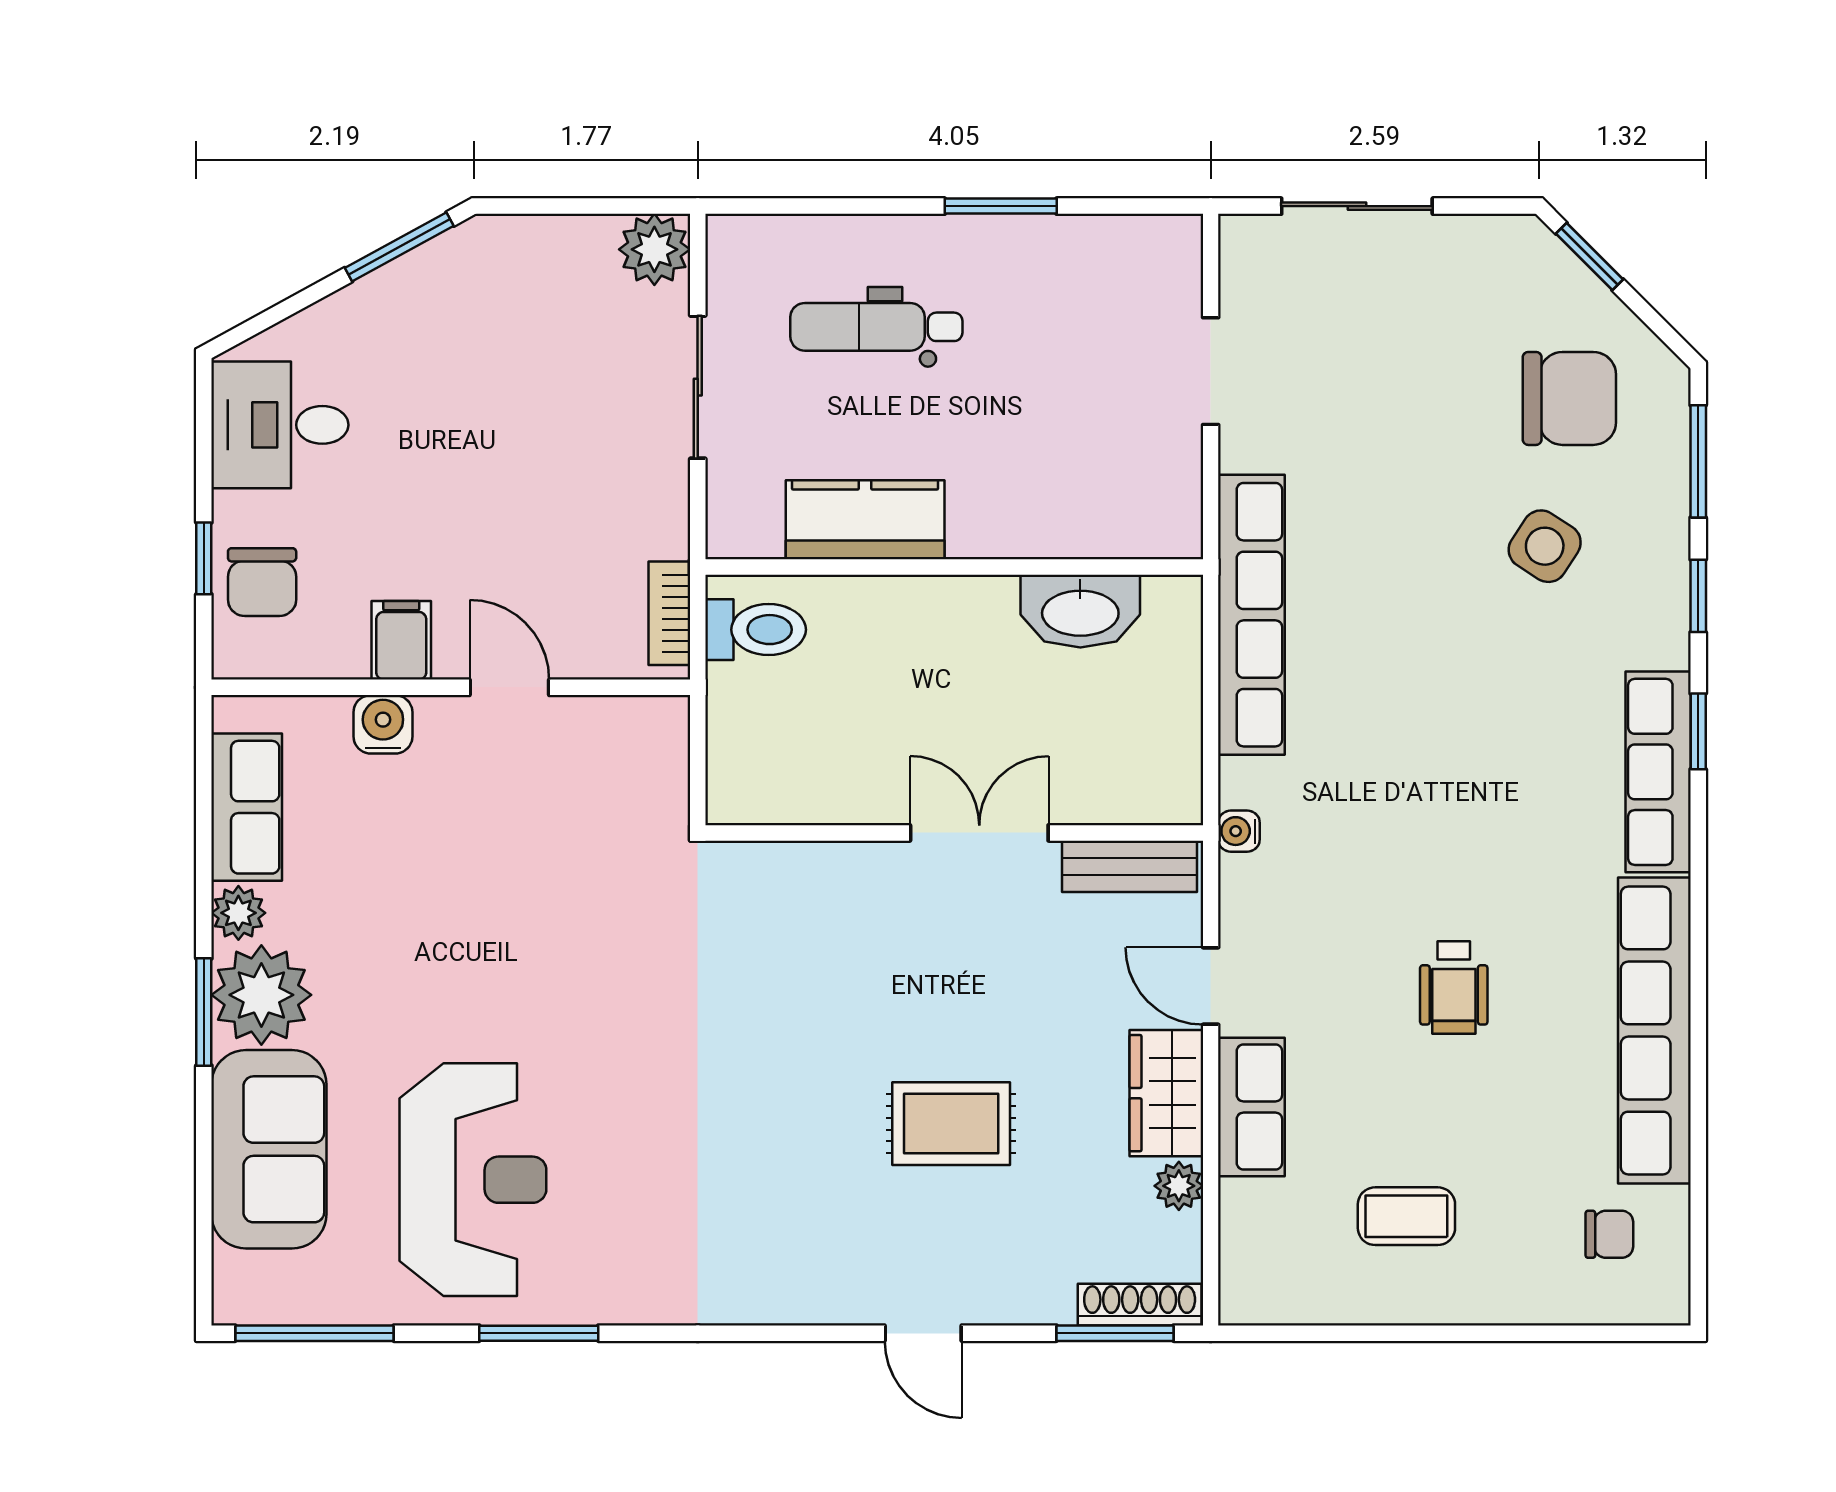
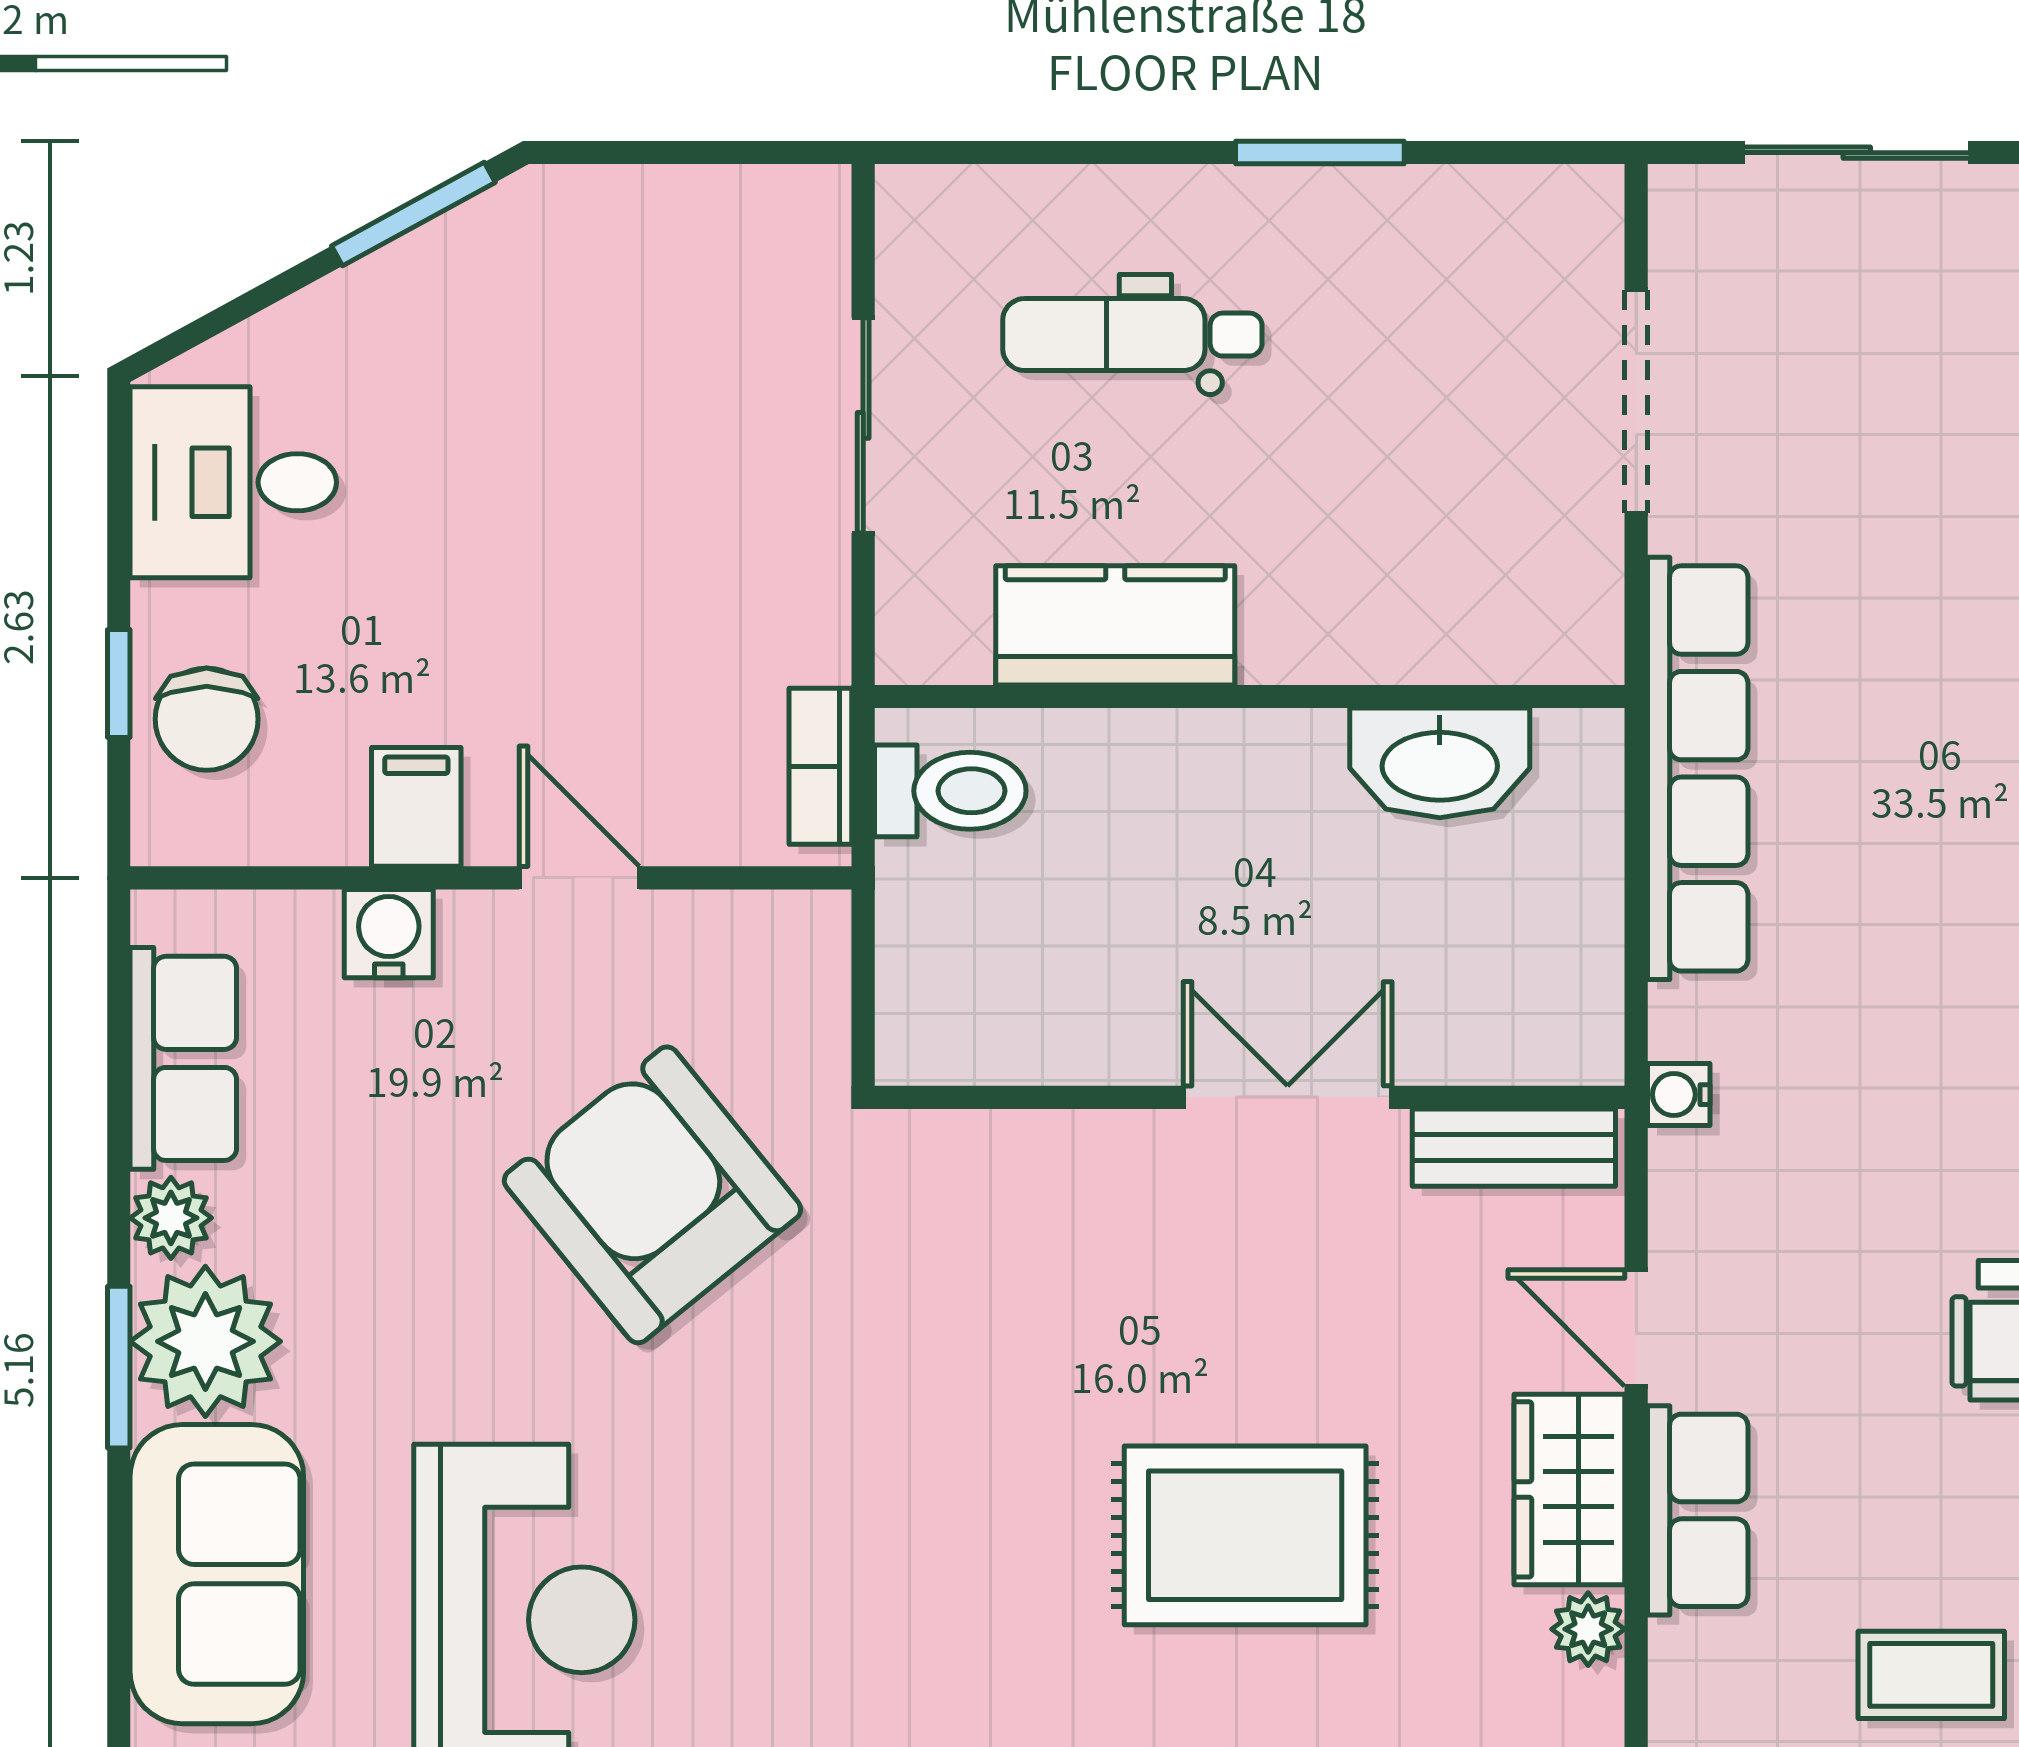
plant: (654, 249) -> (798, 218), removed
doorway: (1211, 371) -> (1636, 401), width x1.38
armchair: (558, 898) -> (652, 1195), added
rug: (951, 1124) -> (1245, 1535), width x1.36, depth x1.43

